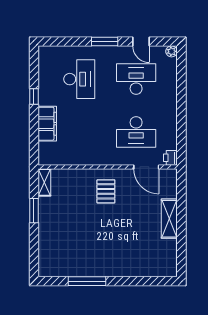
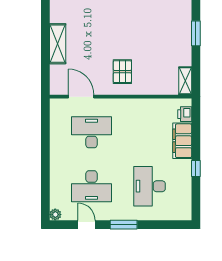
printer: (170, 158) -> (185, 114), moved, turned 180
window: (34, 211) -> (196, 33), moved

